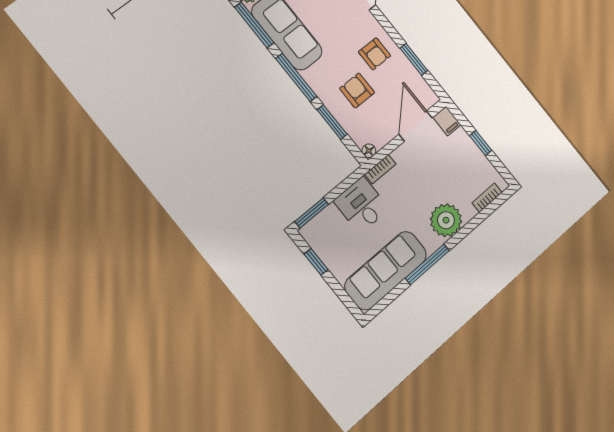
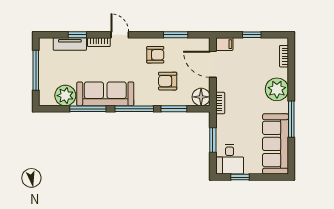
floor lamp: (369, 151) -> (201, 97), width x1.89, depth x1.89
desk: (361, 205) -> (230, 159), moved, turned -90
window: (312, 213) -> (213, 140), moved

